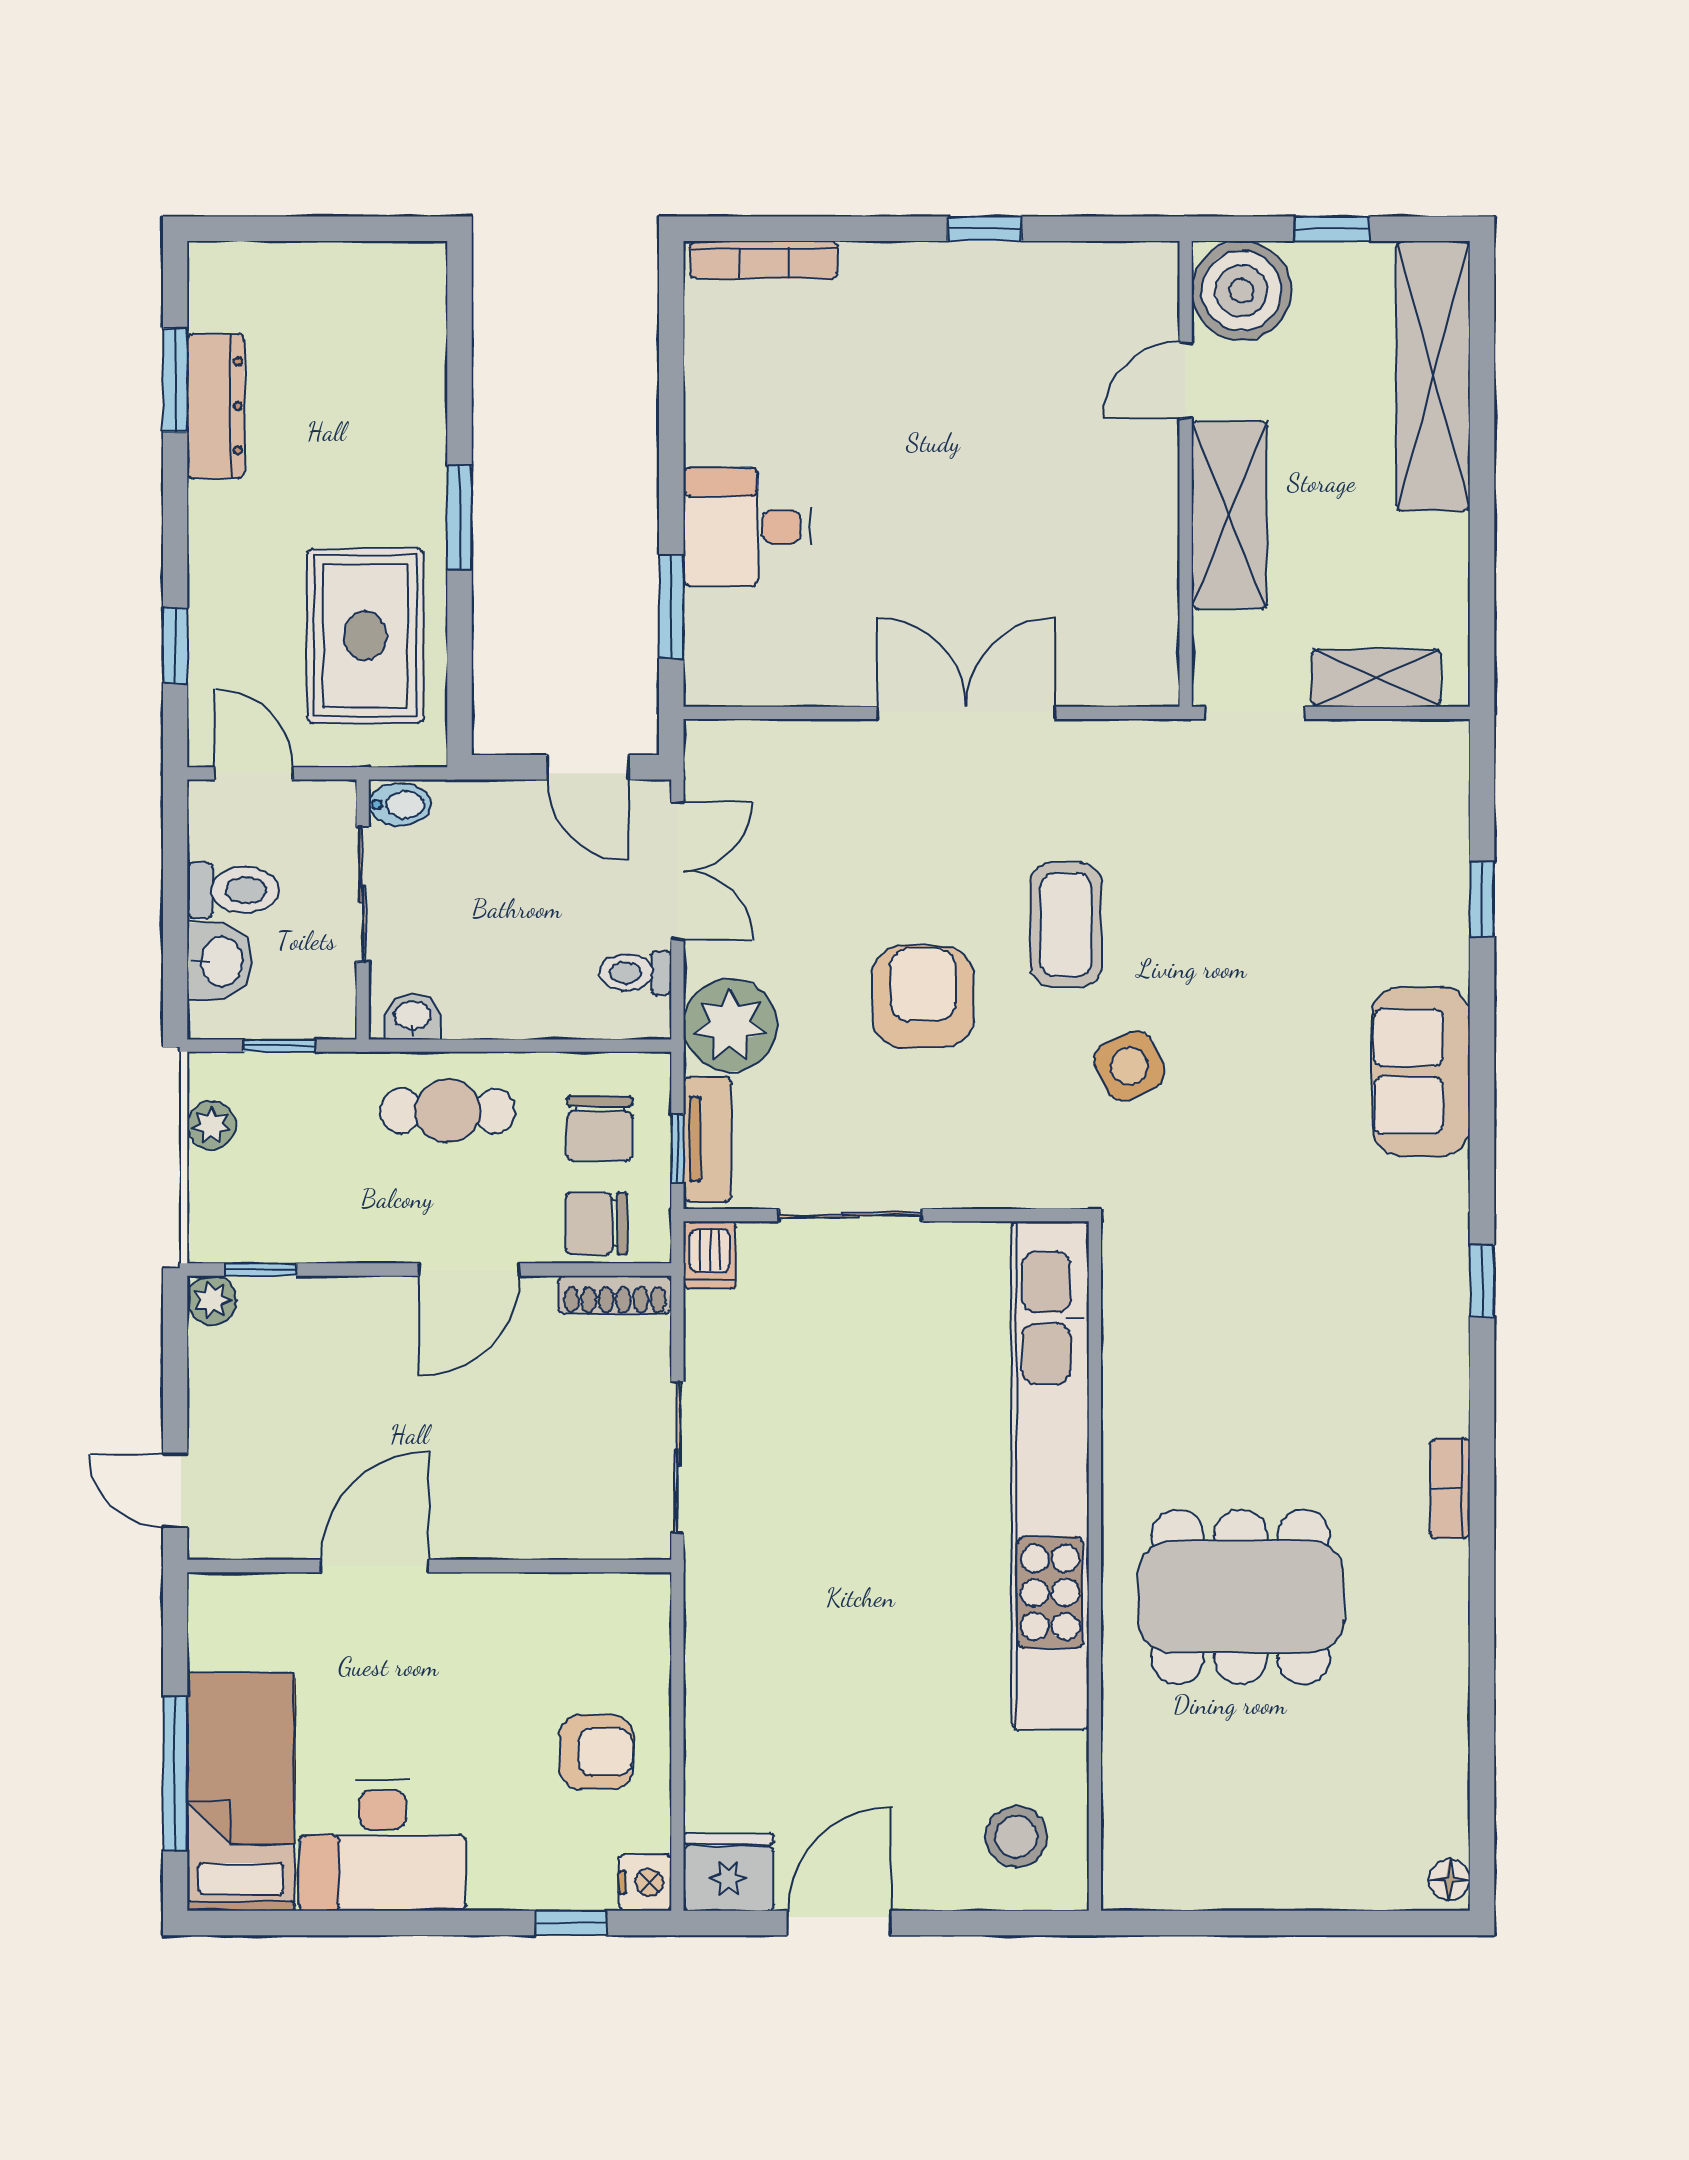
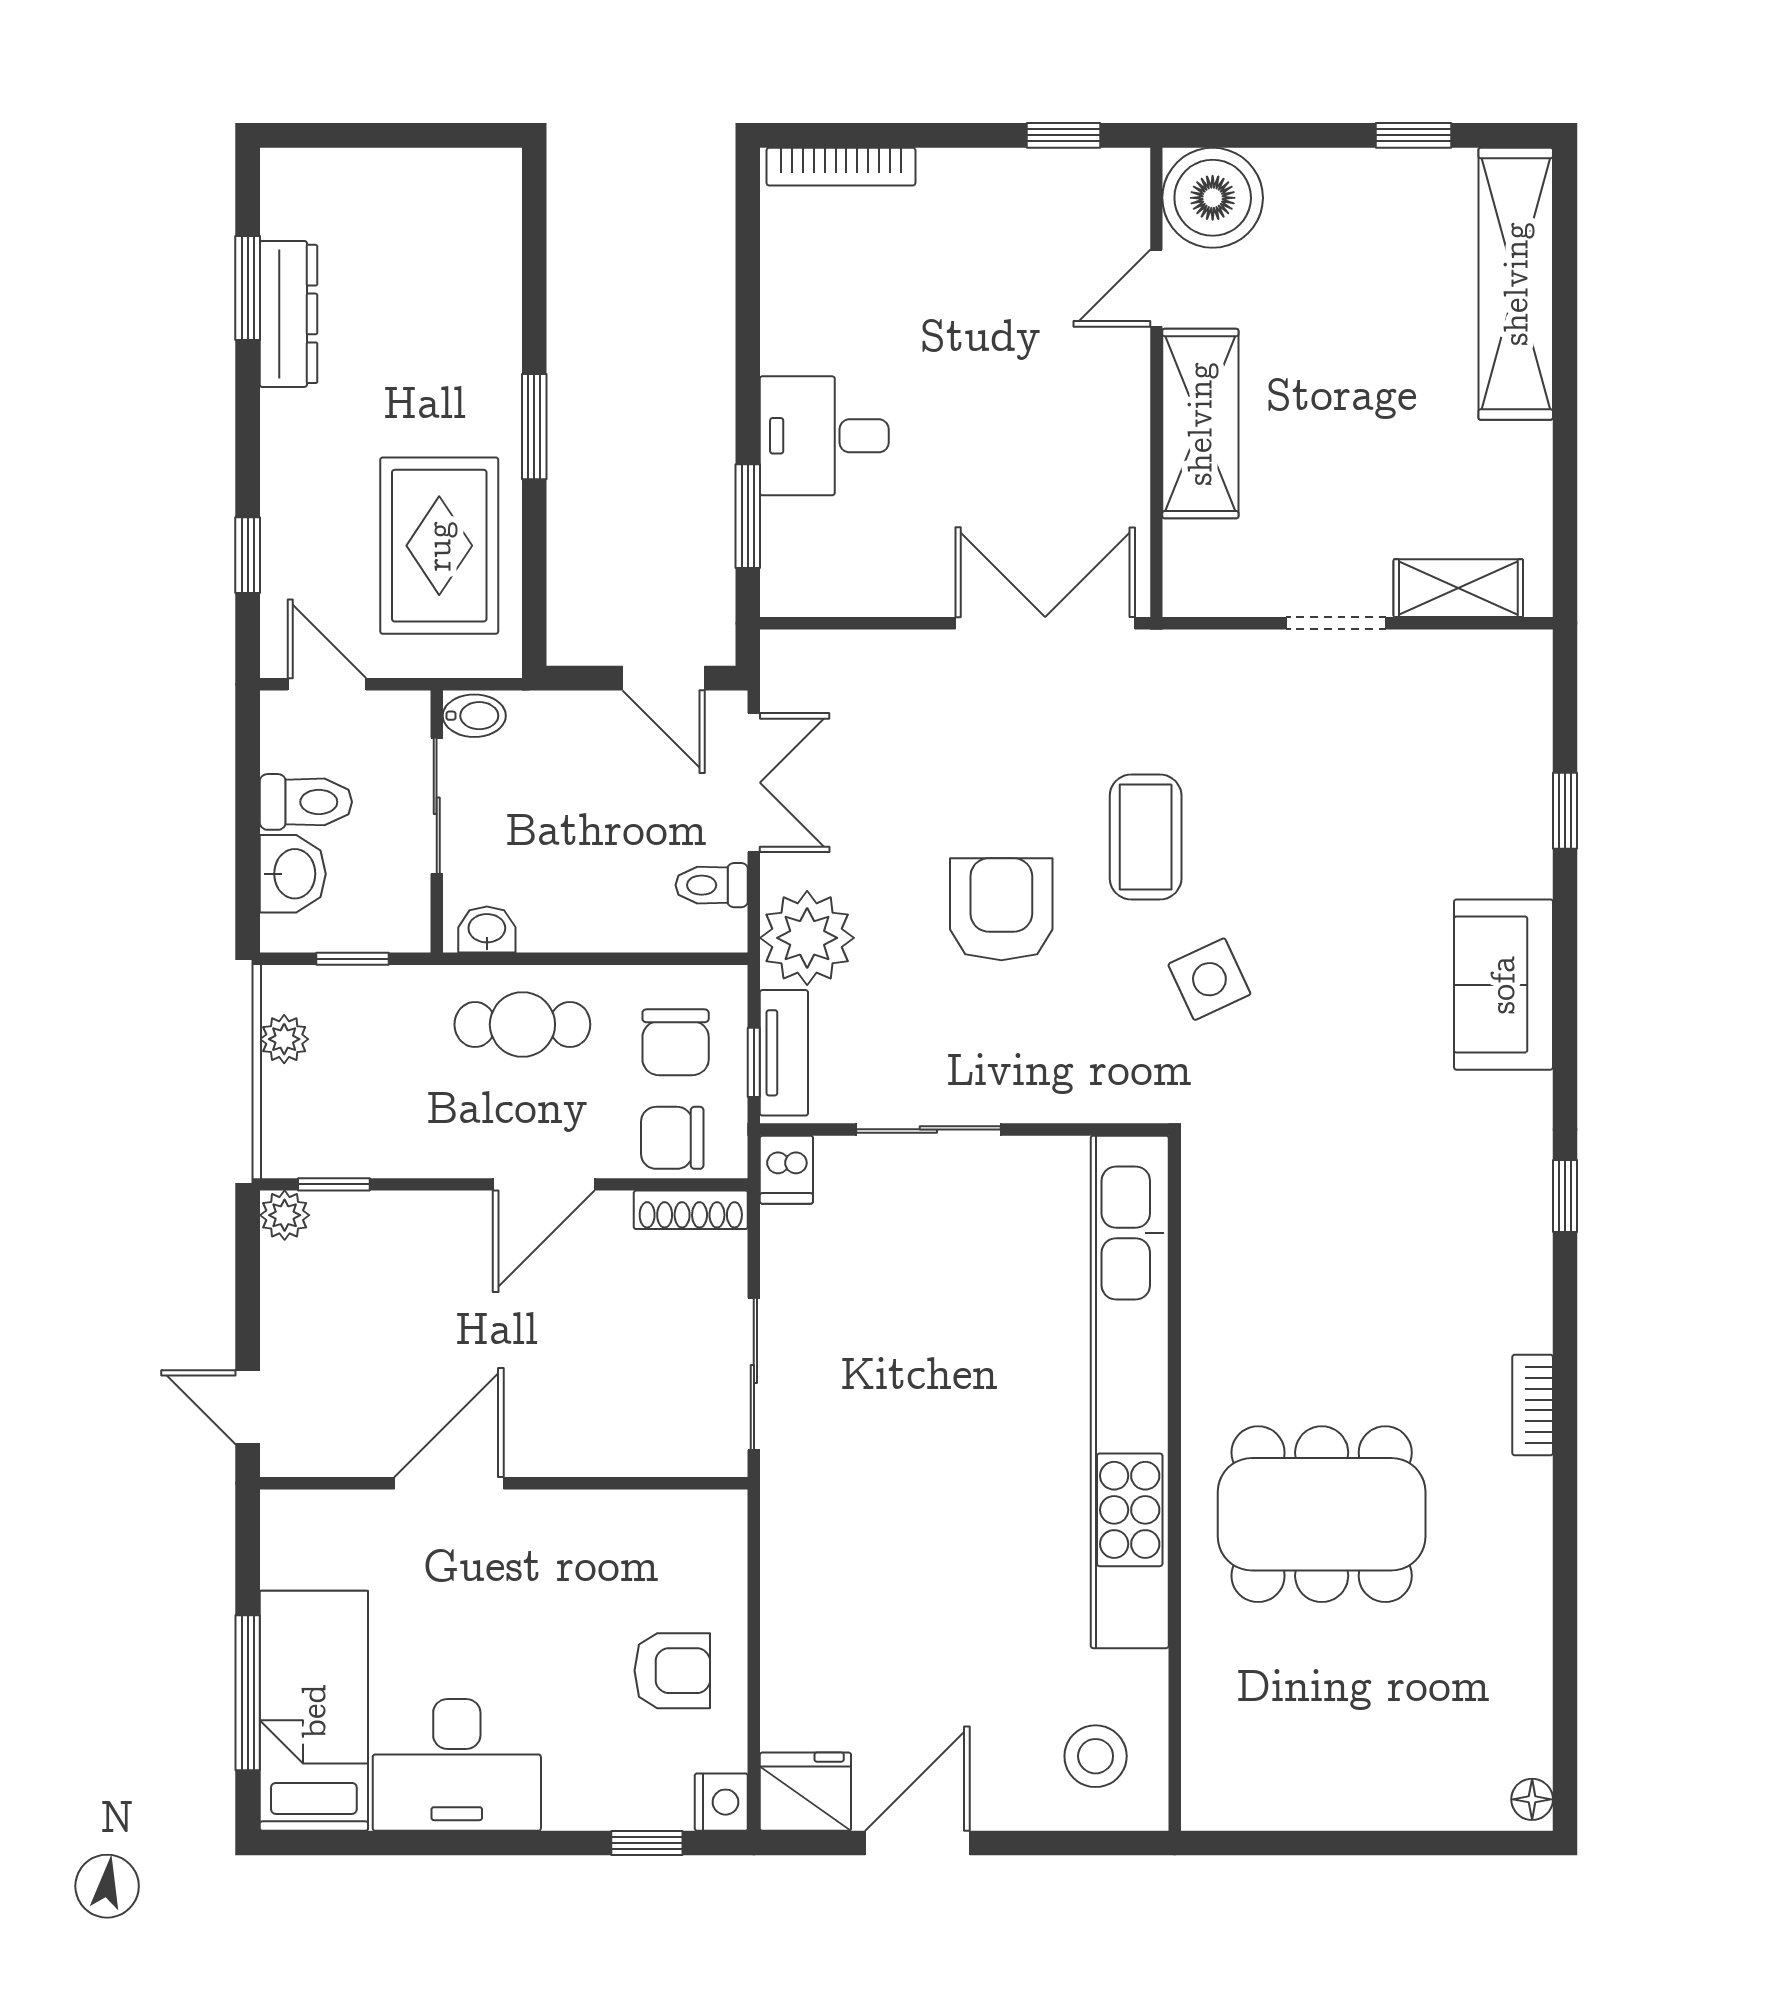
boiler: (1241, 291) -> (1213, 198), moved
door: (1186, 380) -> (1156, 288), moved
wall: (1186, 474) -> (1156, 382), moved
shelving: (1229, 515) -> (1200, 424), moved

